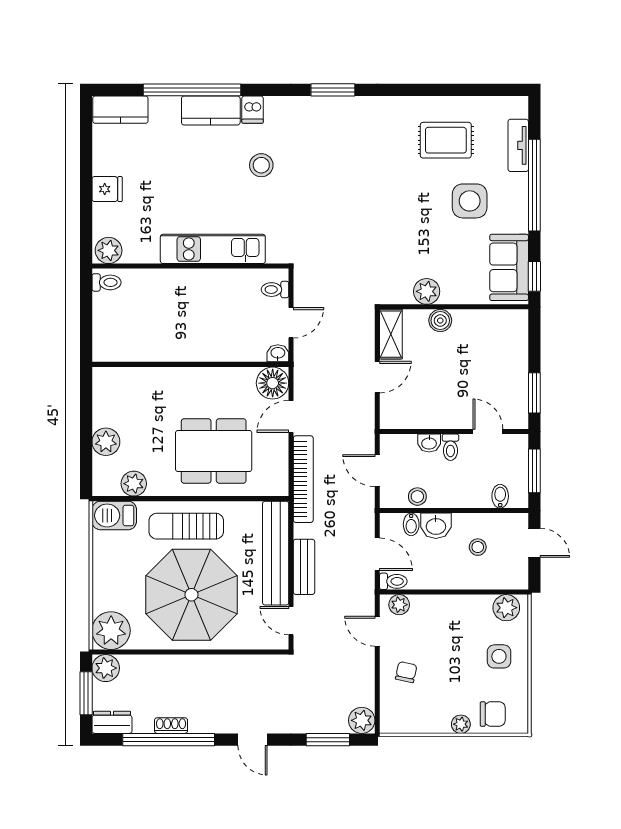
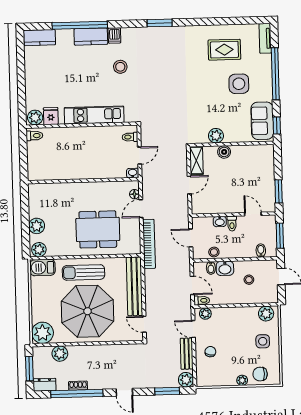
tv unit: (518, 145) -> (265, 38), moved
fridge: (107, 189) -> (51, 116), moved, turned -90
floor lamp: (273, 383) -> (134, 194), width x0.53, depth x0.53
plant: (134, 484) -> (39, 250), moved
bench: (304, 567) -> (187, 354), moved
plant: (106, 668) -> (60, 354), moved
chair: (493, 714) -> (260, 374), turned 180

